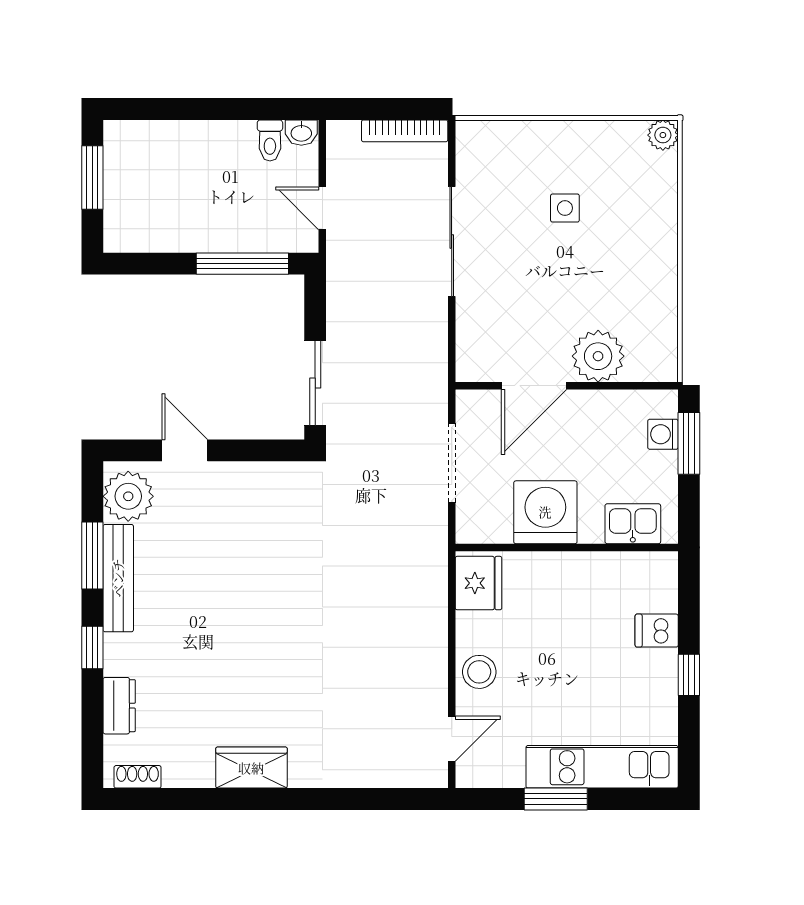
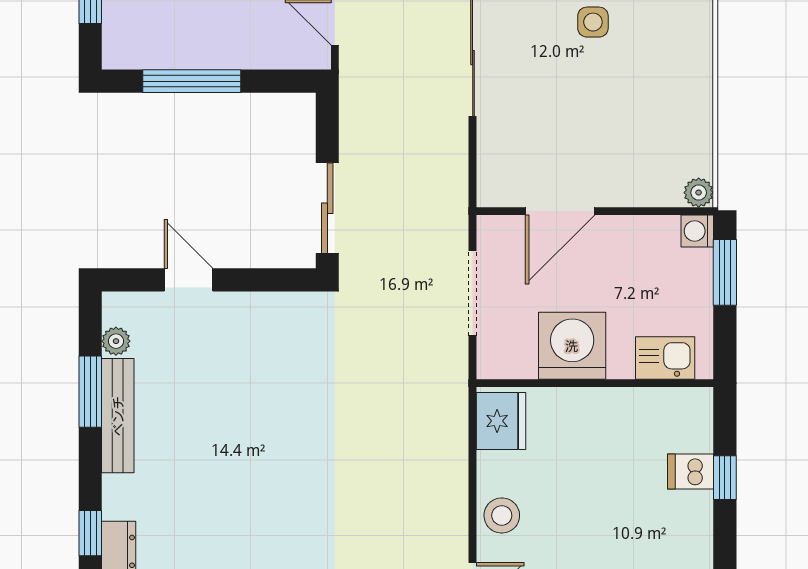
window: (242, 264) -> (192, 81), moved
plant: (598, 356) -> (699, 193), moved, width x0.53, depth x0.53
washing machine: (663, 434) -> (697, 231), moved
plant: (128, 496) -> (116, 341), width x0.53, depth x0.53
window: (92, 647) -> (90, 533), moved
window: (689, 675) -> (725, 478), moved

